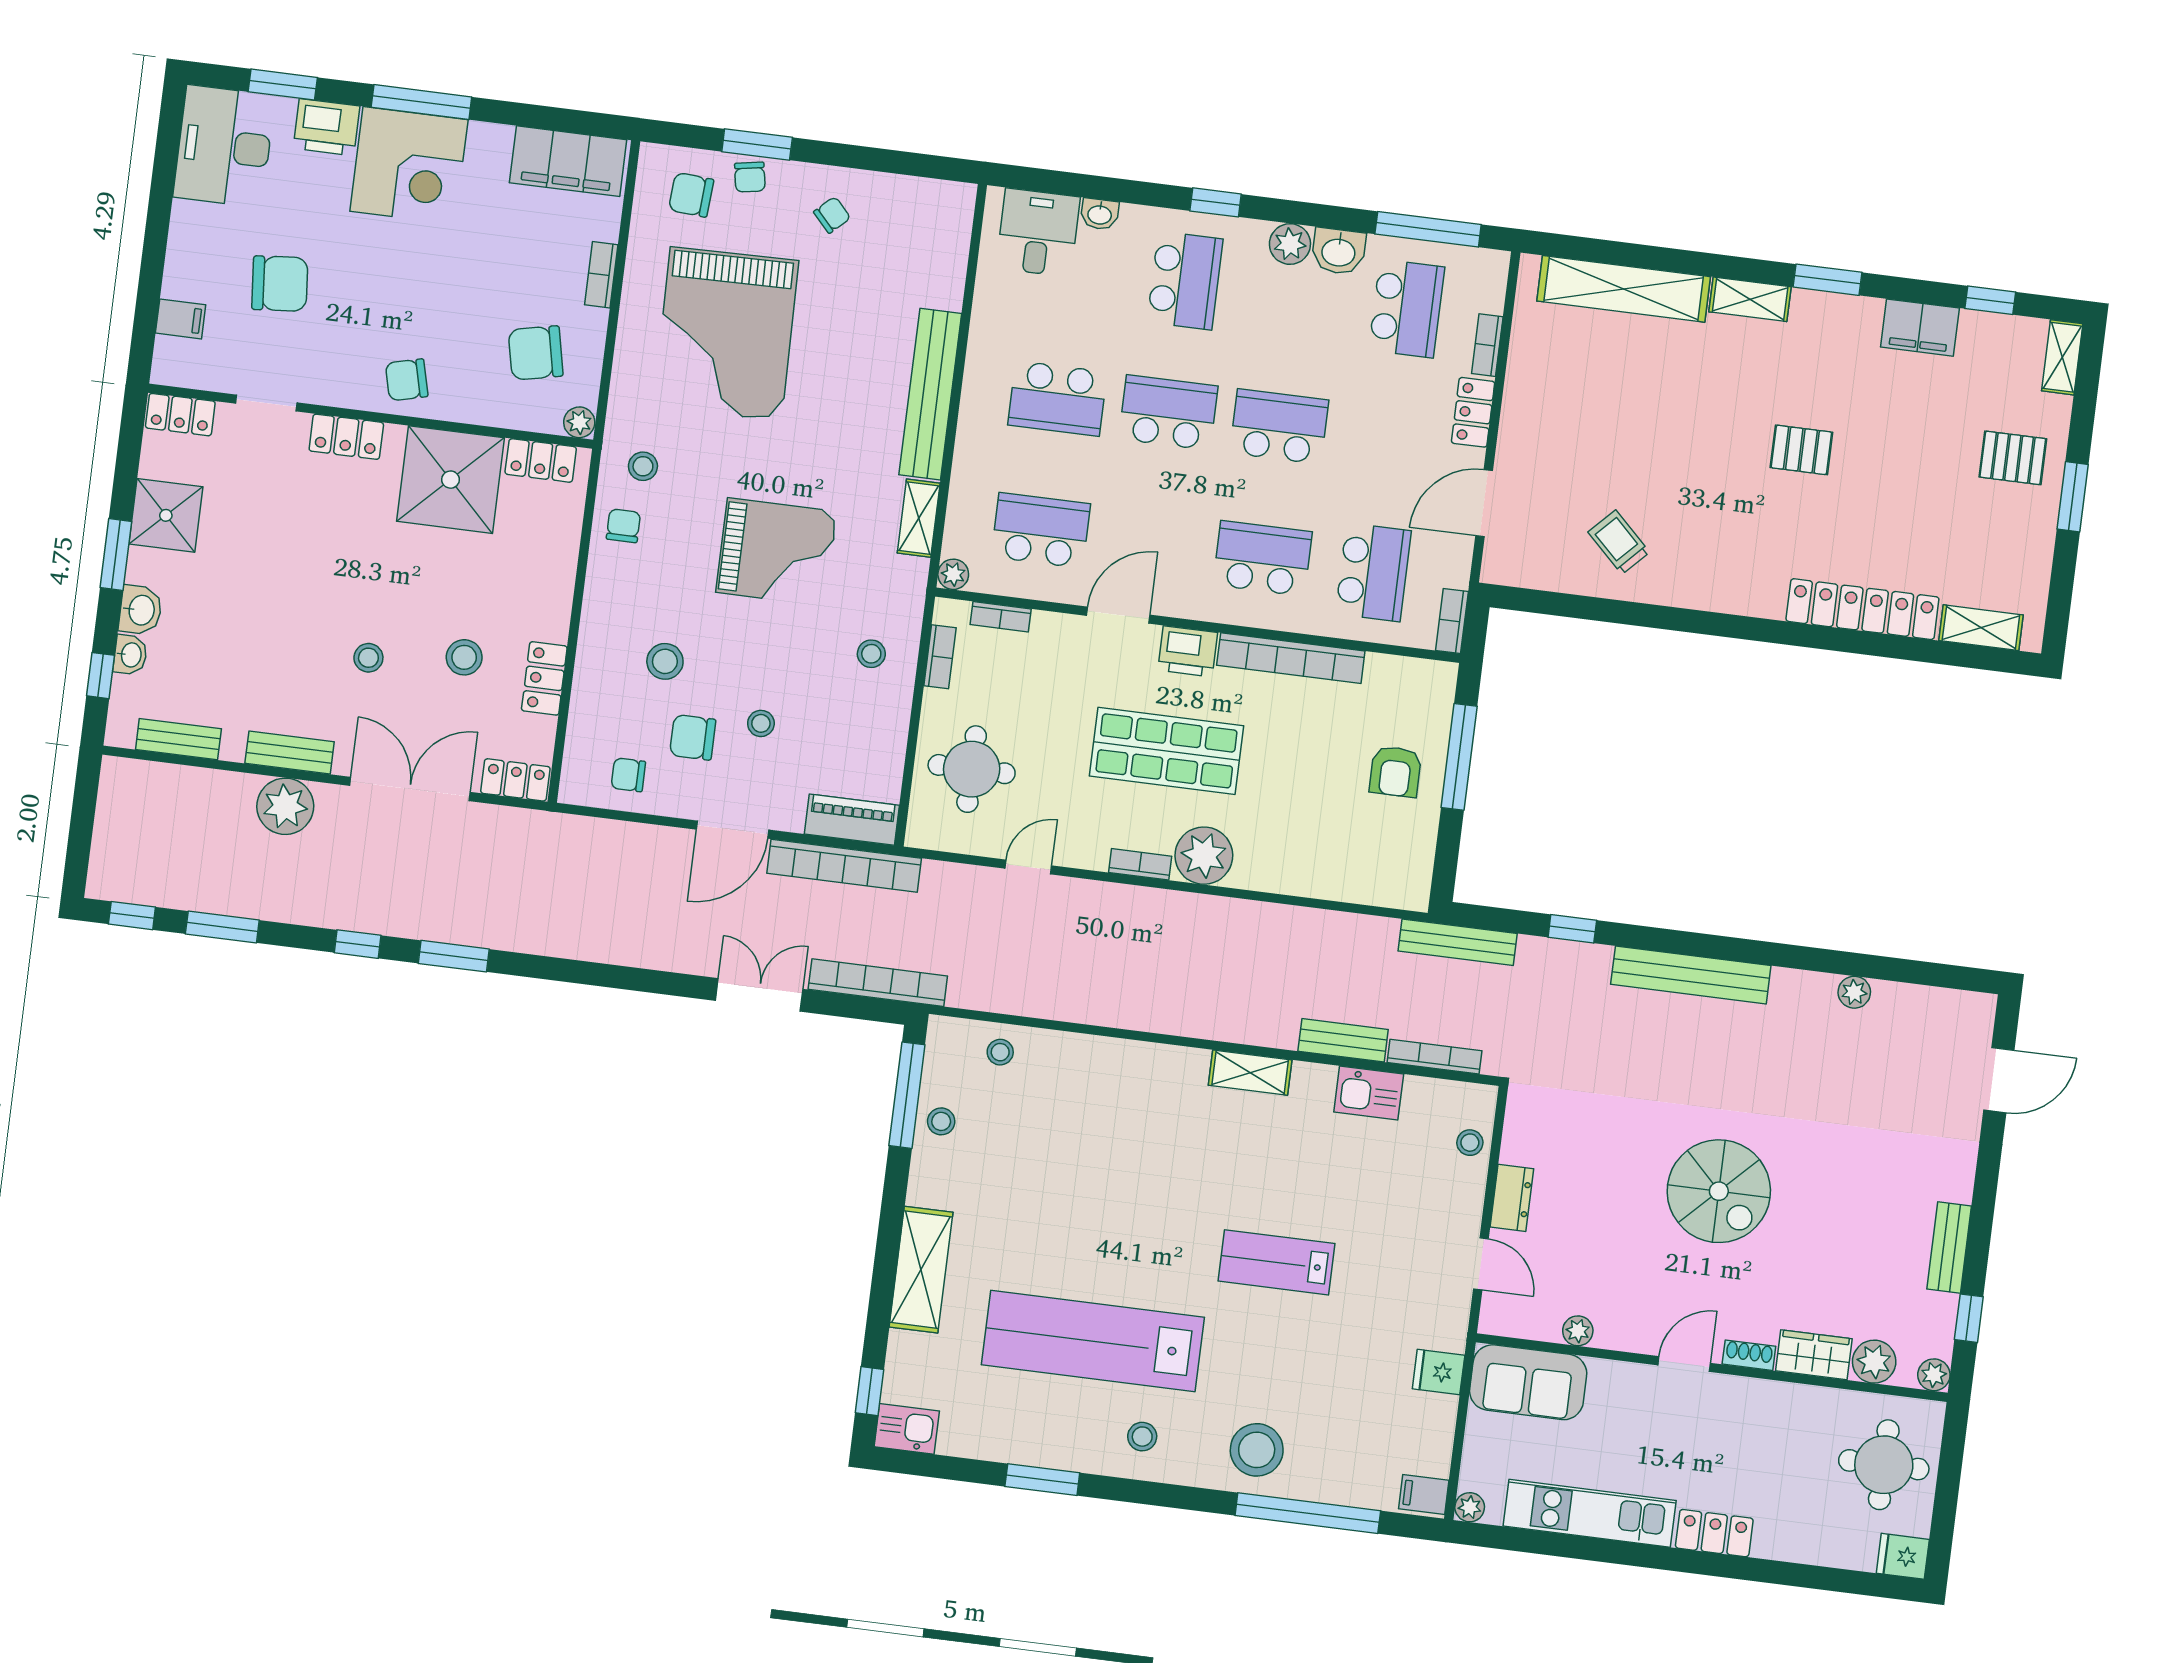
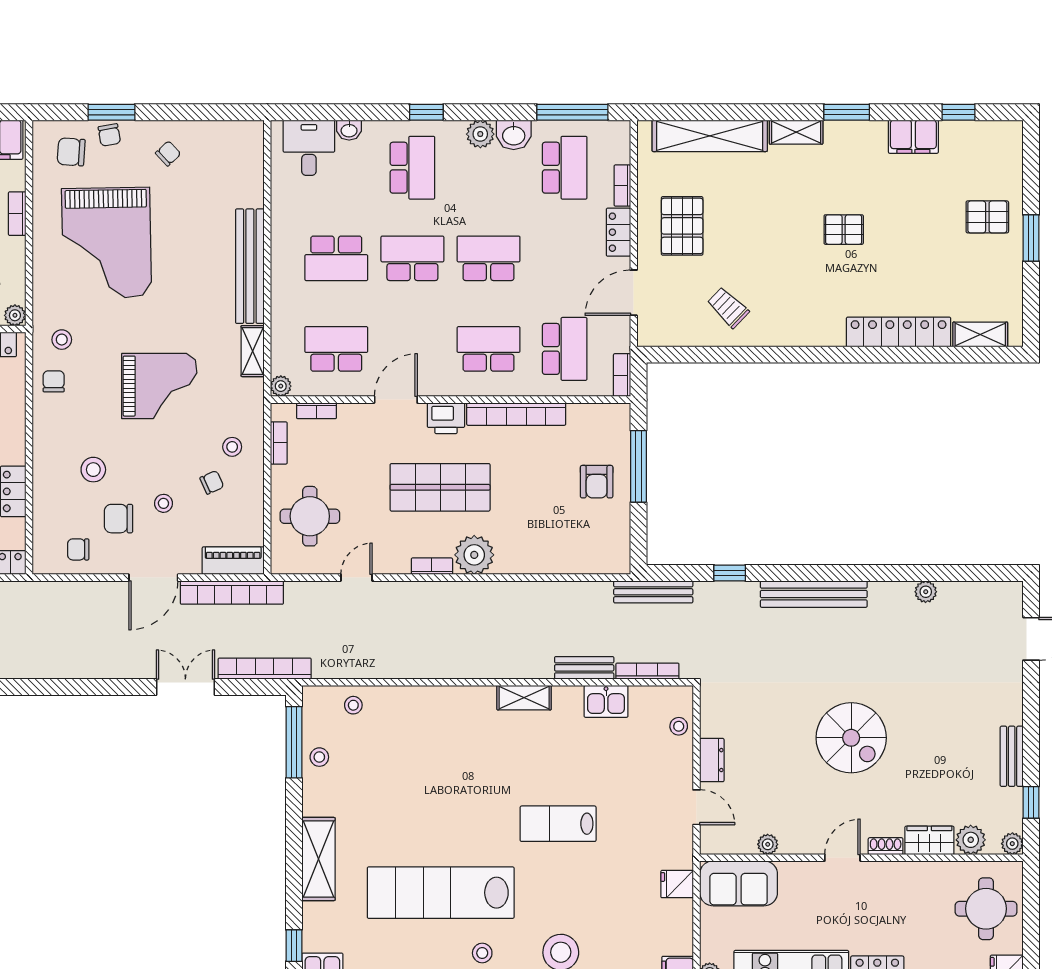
shelving: (2062, 357) -> (1012, 145), removed
pallet: (1567, 415) -> (682, 226), added
chair: (835, 702) -> (212, 482), added

